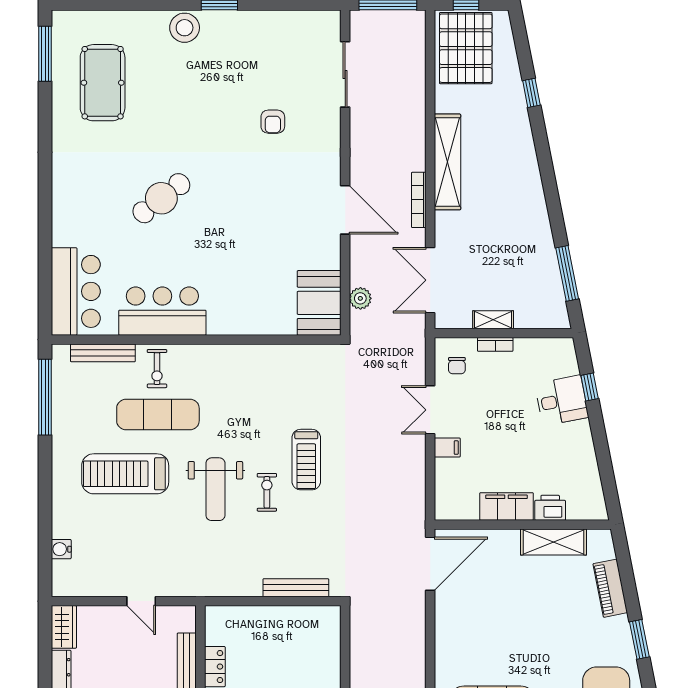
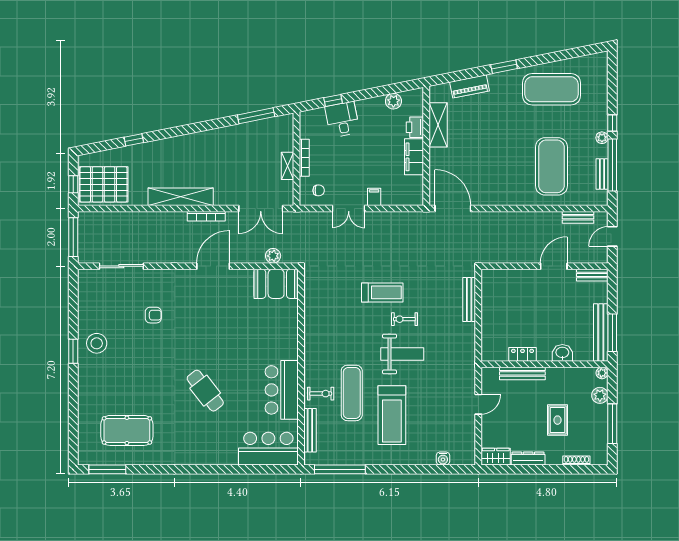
stool: (185, 28) -> (97, 343), moved
bookcase: (495, 344) -> (304, 158), width x1.56
plant: (589, 476) -> (393, 101), added

